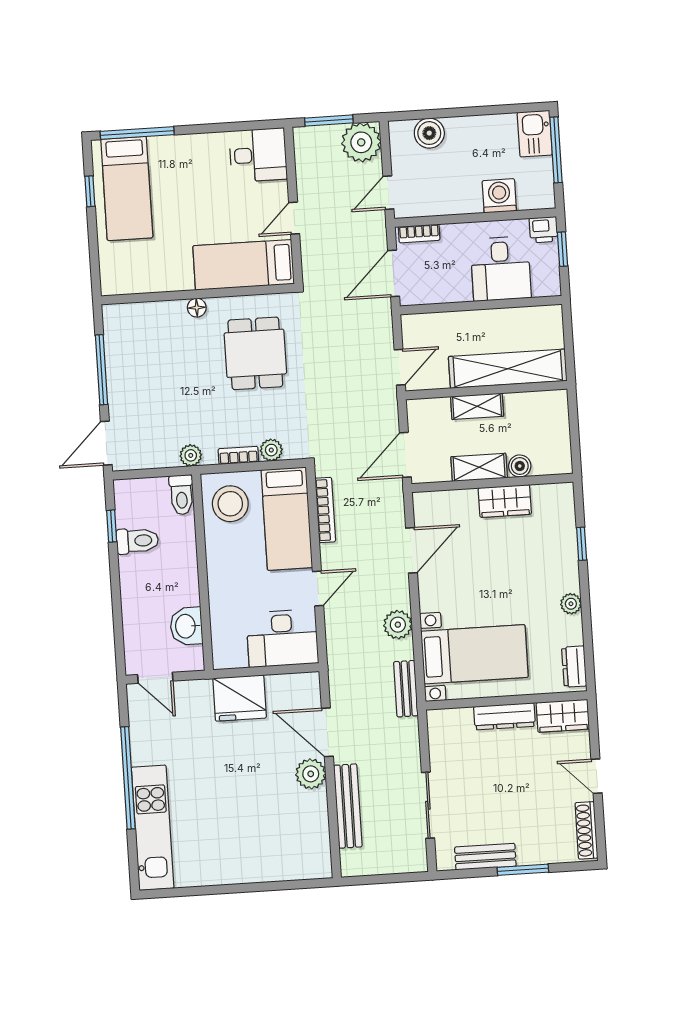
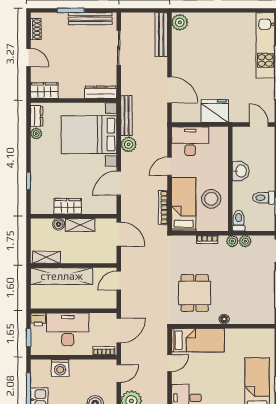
printer: (544, 230) -> (38, 319), moved, turned 180
desk: (501, 269) -> (68, 329), width x1.37
shelving: (477, 406) -> (46, 257), moved
plant: (271, 450) -> (245, 241), moved
door: (405, 455) -> (119, 234), hinge flipped
stool: (230, 504) -> (211, 199), moved
plant: (571, 604) -> (36, 134), moved
washbasin: (186, 626) -> (241, 171), moved
bed with nightstands: (475, 654) -> (89, 135), width x1.36
bench: (406, 689) -> (126, 116), width x1.36
dresser: (504, 716) -> (101, 92), moved
plant: (311, 774) -> (180, 22), moved
bench: (348, 806) -> (161, 35), moved
shoe rack: (586, 830) -> (36, 29), width x0.70
bench: (485, 857) -> (90, 19), width x1.36

